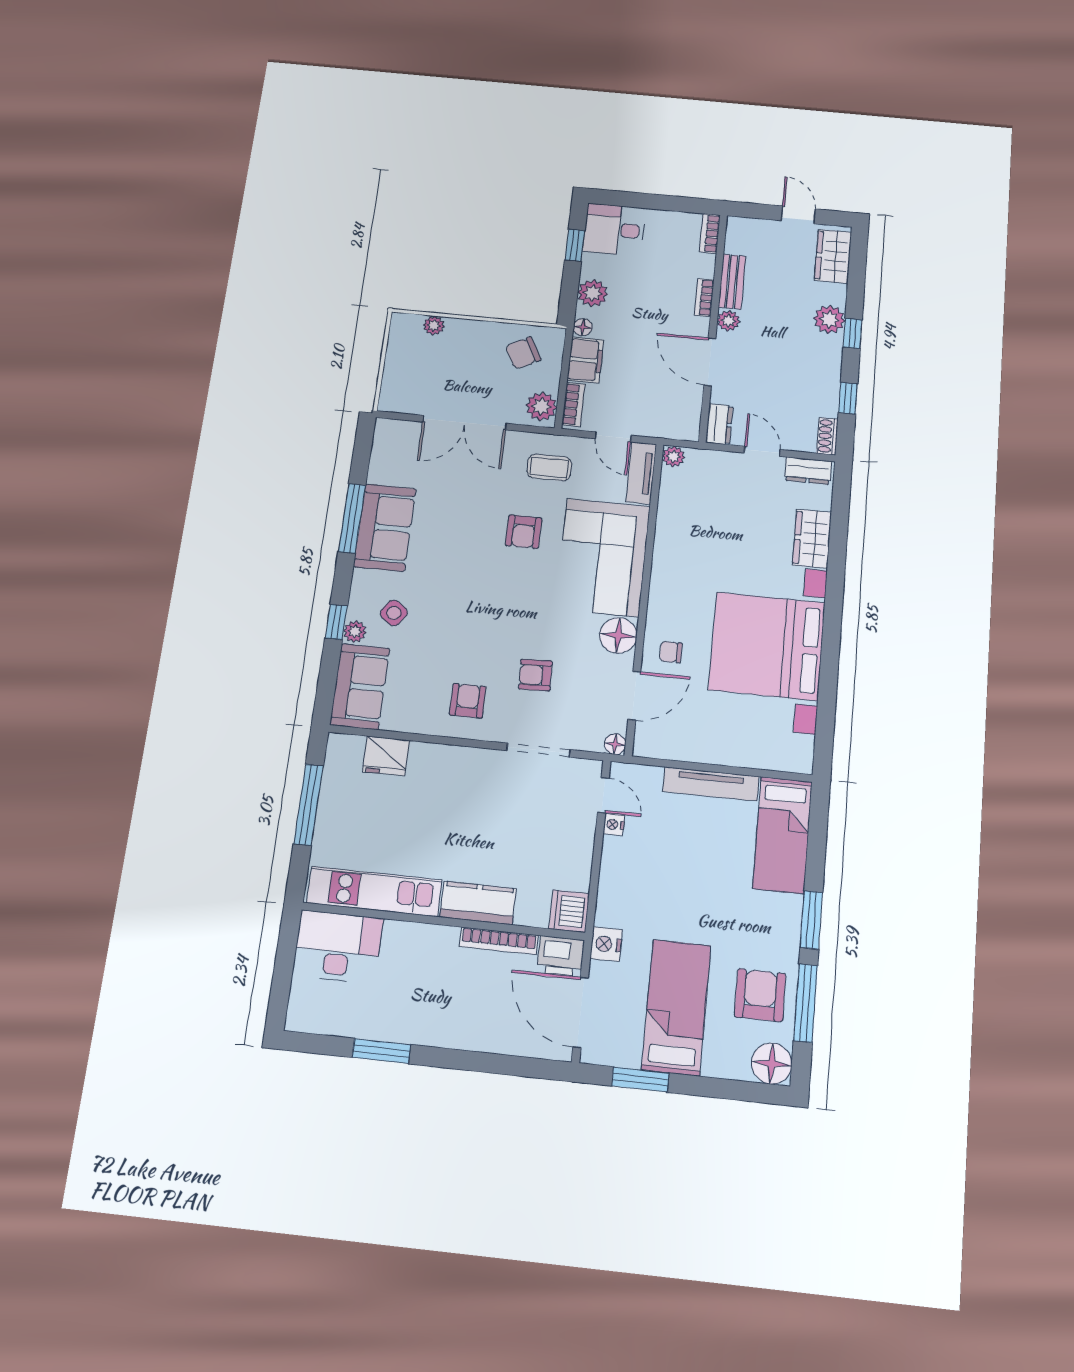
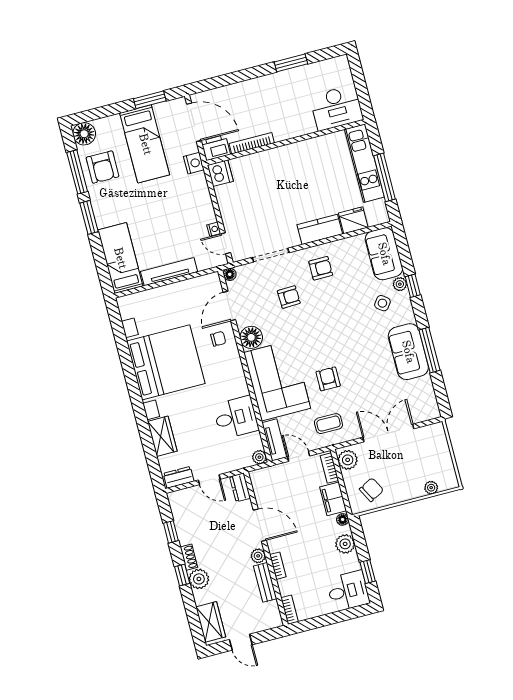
shoe rack: (827, 436) -> (189, 557), moved
desk: (688, 526) -> (236, 417), added
armchair: (468, 701) -> (321, 268), turned -90
kitchen unit: (374, 891) -> (364, 163), moved, turned 90
kitchen counter: (478, 903) -> (320, 229), moved, turned 180

